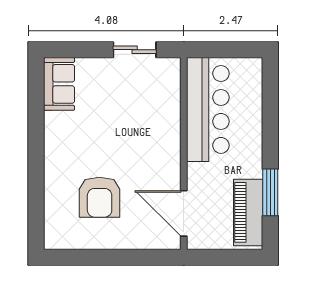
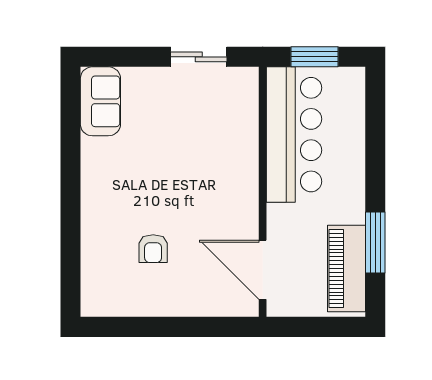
window: (224, 50) -> (315, 57), added
armchair: (100, 197) -> (153, 249), width x0.53, depth x0.53

